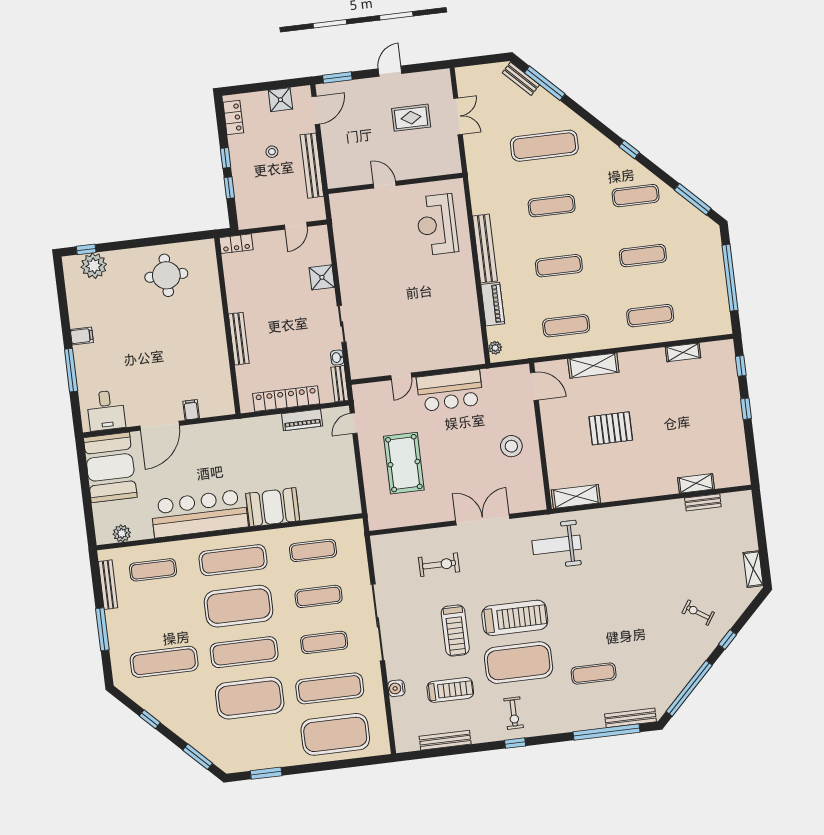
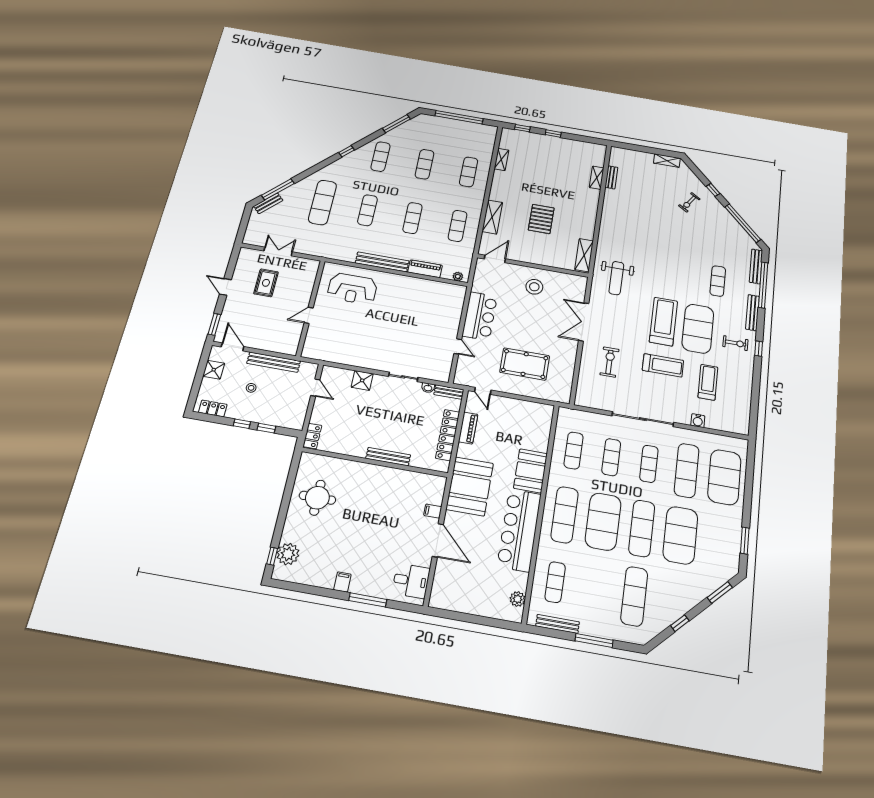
booth: (110, 467) -> (470, 486), moved, turned 90
bench: (445, 740) -> (752, 313), moved

